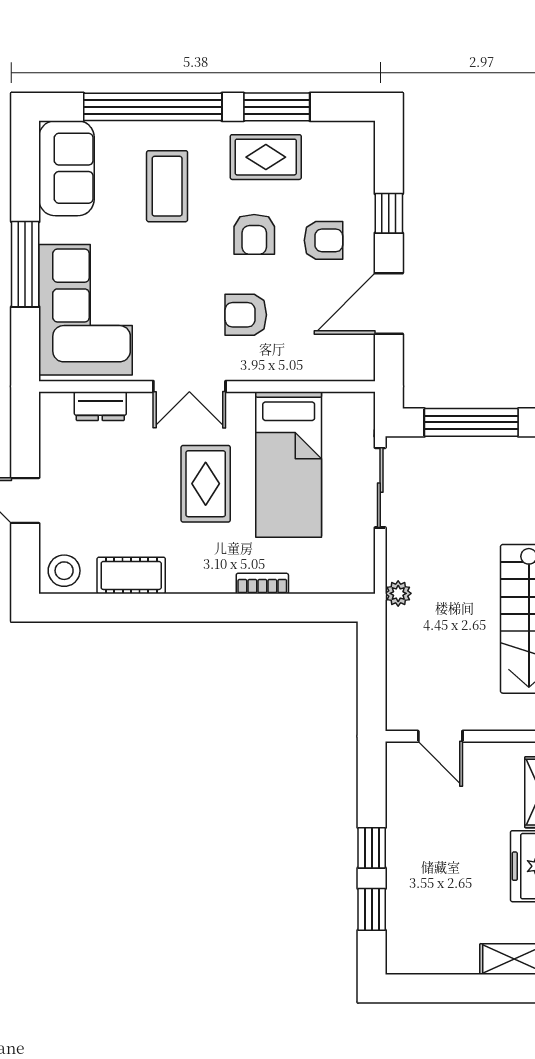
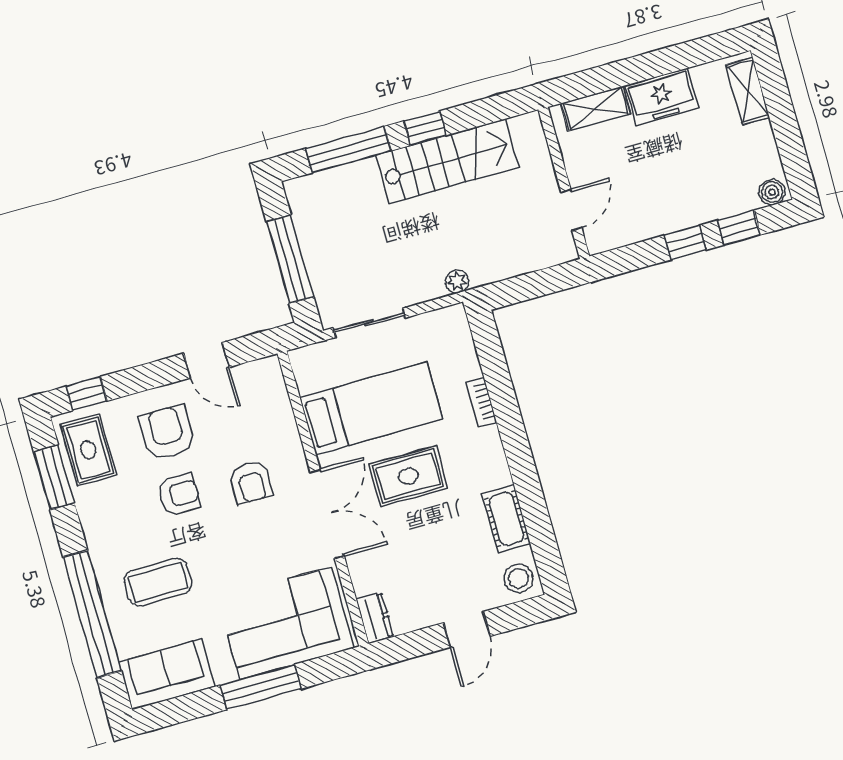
window: (277, 107) -> (54, 477), moved
rug: (266, 157) -> (88, 450), moved
window: (389, 213) -> (86, 394), moved
armchair: (323, 240) -> (167, 433), width x1.38, depth x1.38
door: (389, 304) -> (206, 360), width x0.73
double door: (189, 386) -> (327, 514), width x1.37
dresser: (100, 406) -> (375, 618), moved
boiler: (400, 955) -> (772, 192), added

